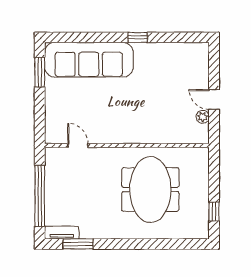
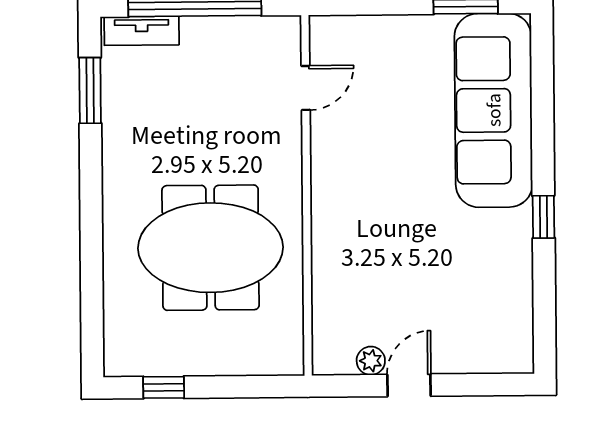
tv unit: (62, 233) -> (142, 31), moved, turned 90

